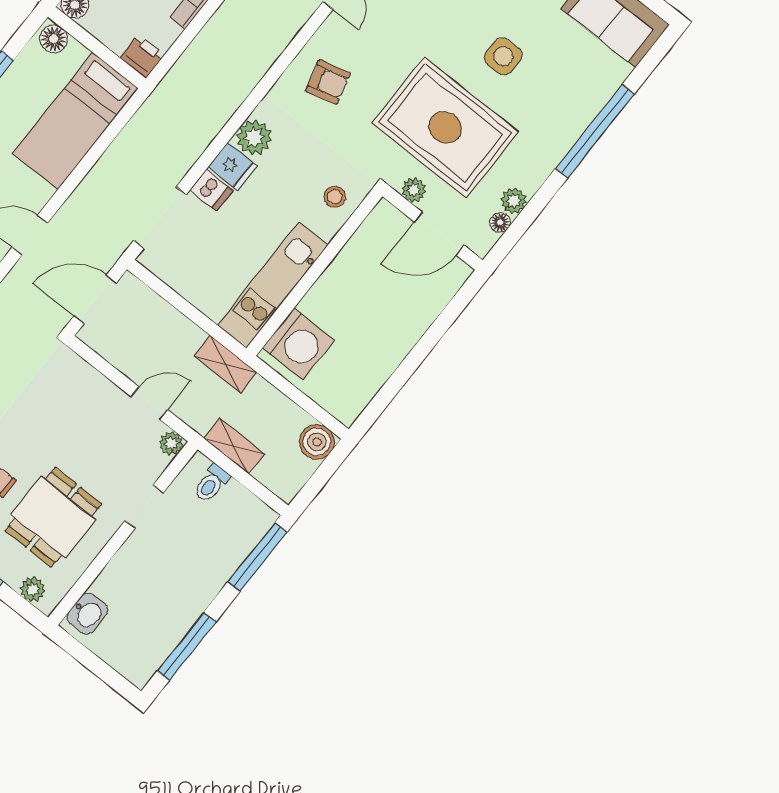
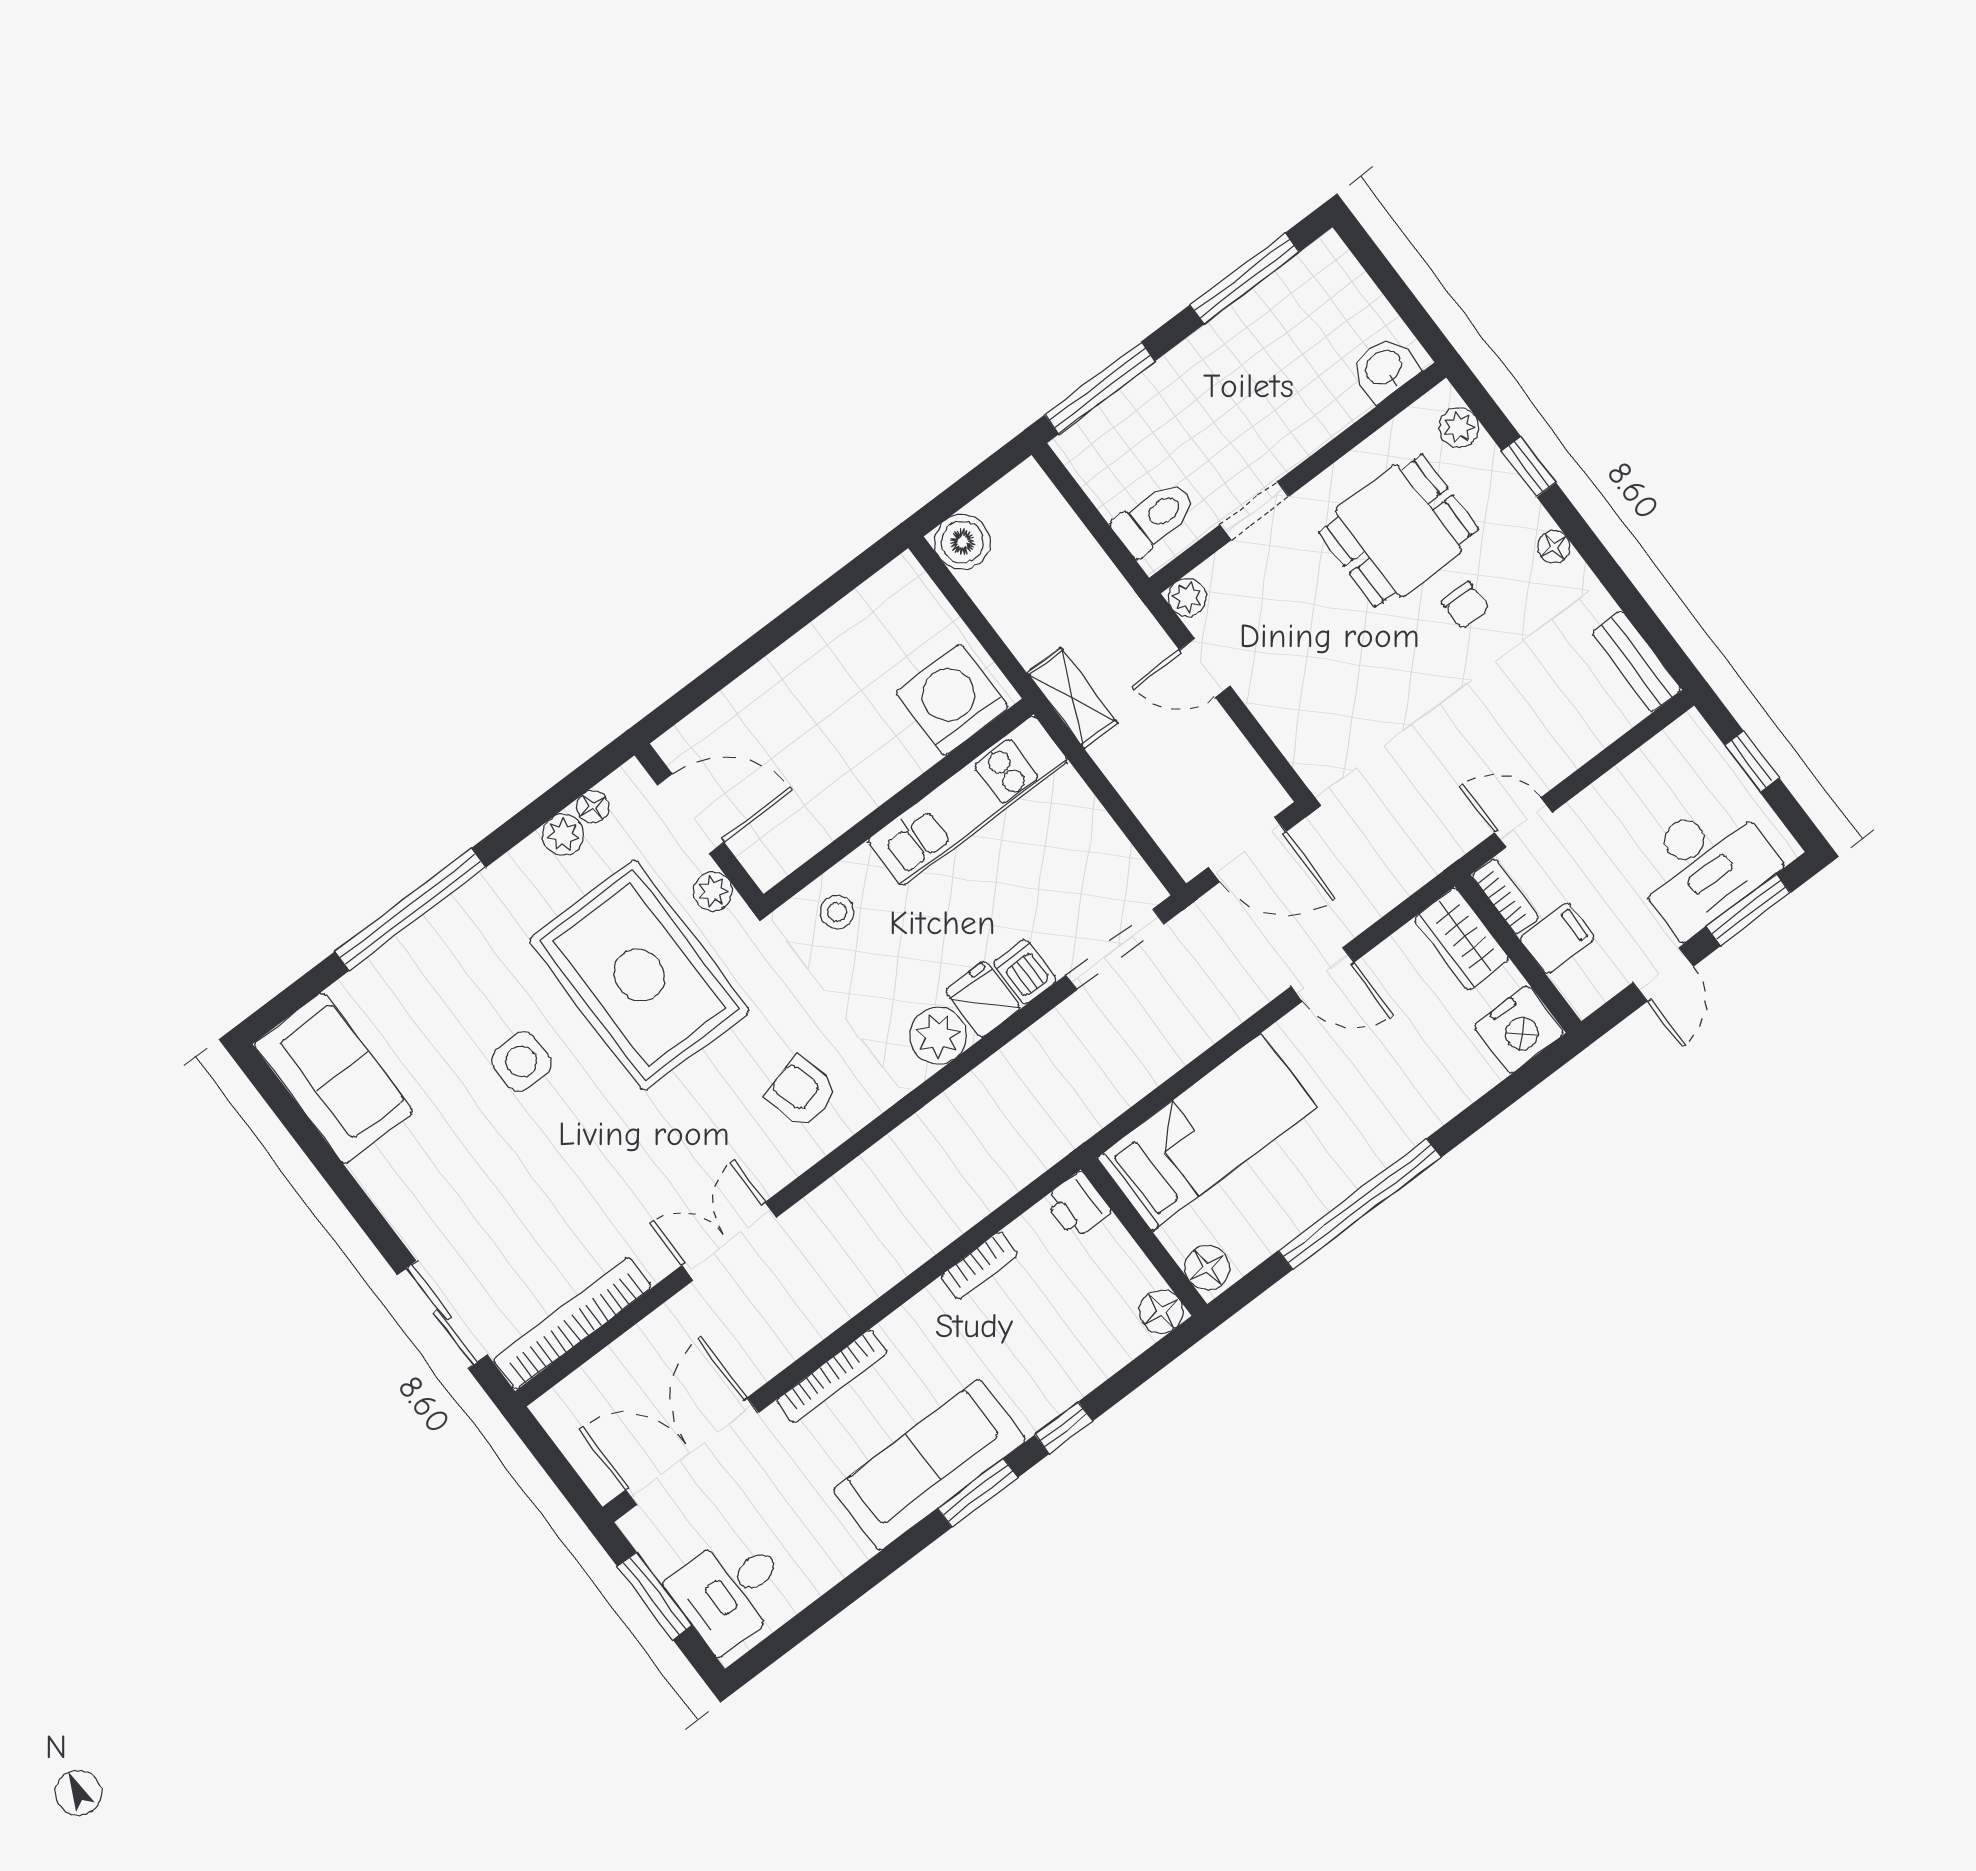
shelving: (234, 446) -> (1091, 568), removed
toilet: (211, 484) -> (1155, 518), width x1.37, depth x1.39

